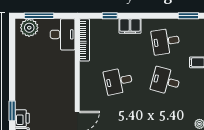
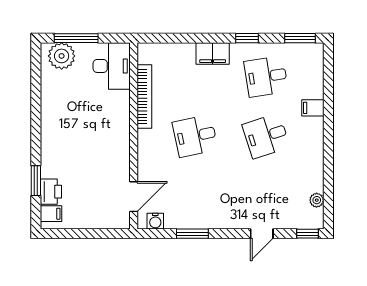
window: (110, 16) -> (247, 38), moved
bookcase: (85, 40) -> (144, 96), moved
desk: (166, 81) -> (266, 136), turned -33

